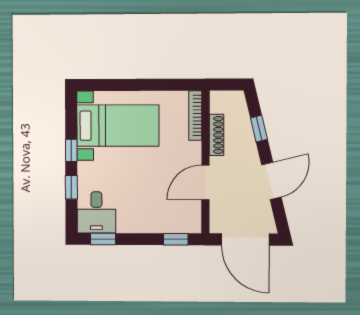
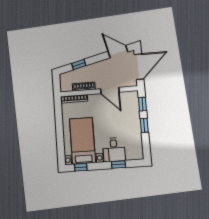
window: (71, 150) -> (81, 167), moved
door: (271, 181) -> (118, 52), moved
desk: (96, 212) -> (114, 150), moved, turned 90
window: (103, 239) -> (144, 125), moved

